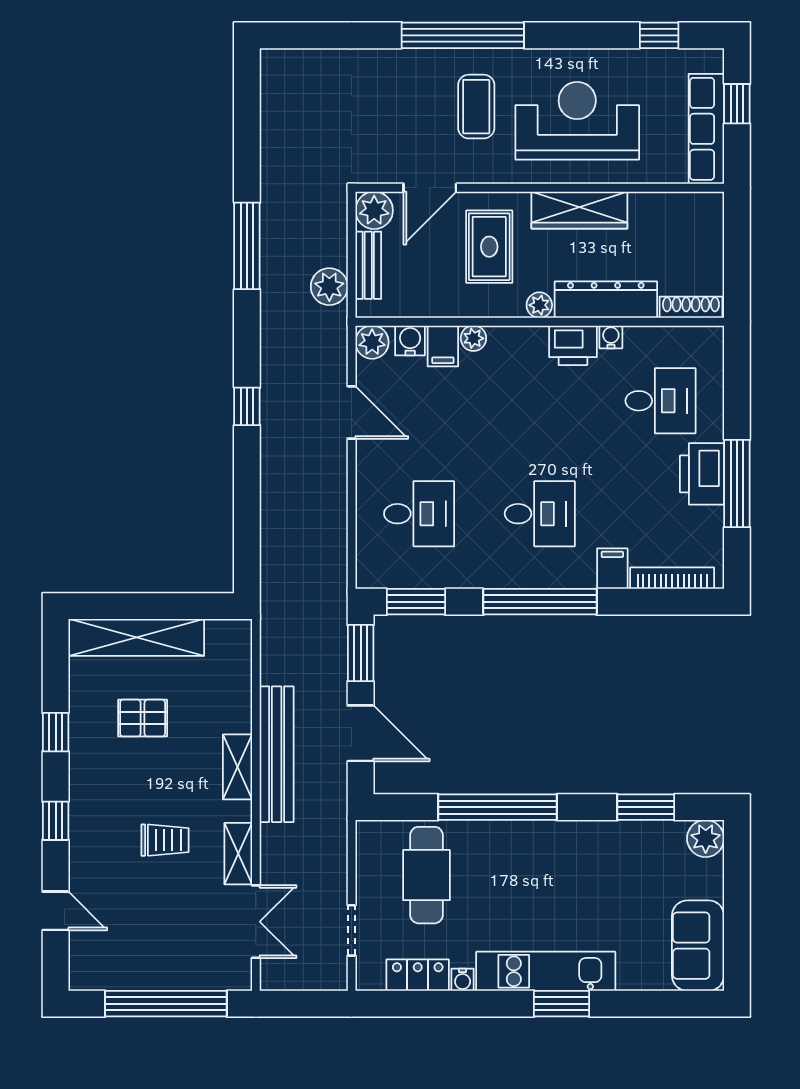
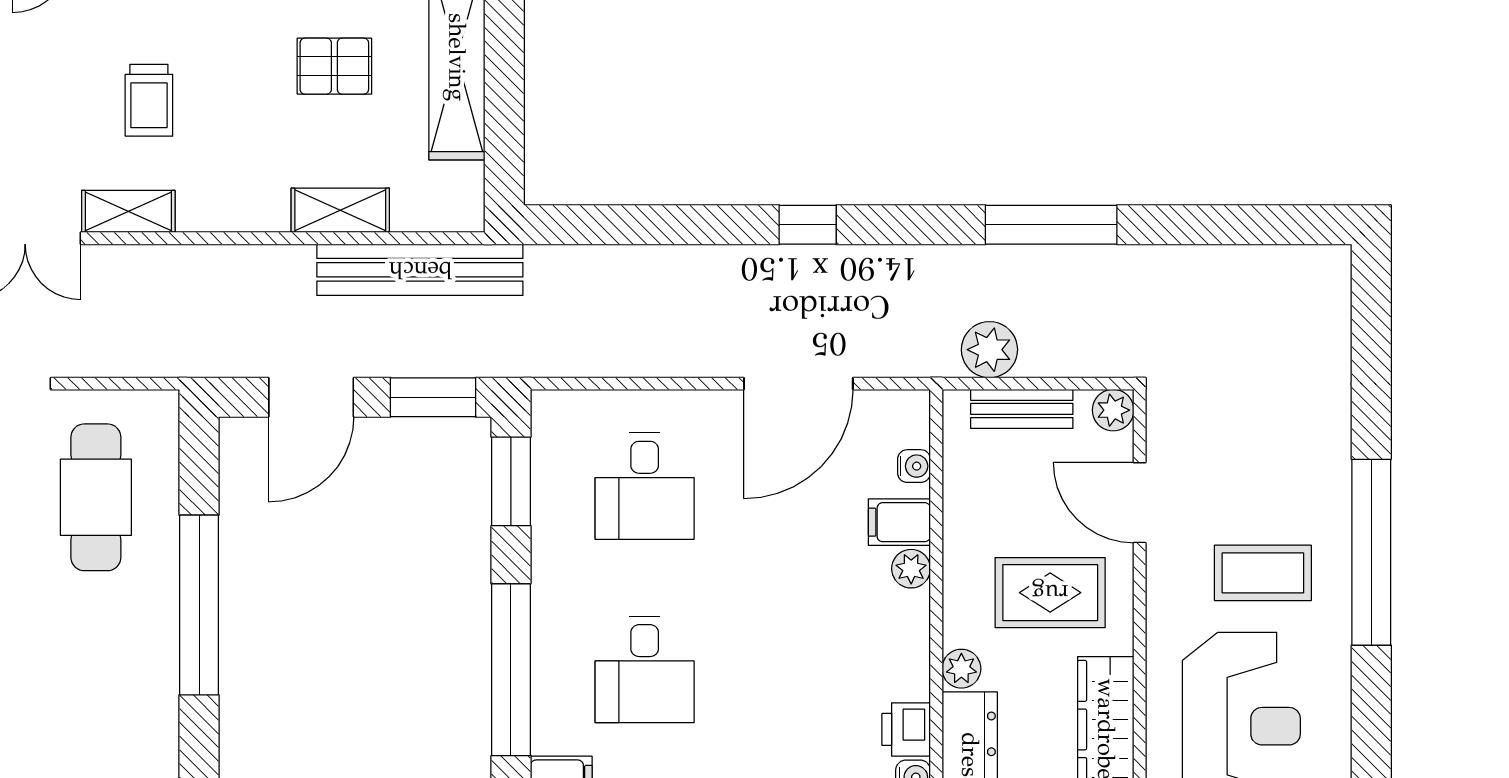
plant: (374, 210) -> (1113, 410), width x0.73, depth x0.73
water cooler: (410, 340) -> (914, 466), width x0.72, depth x0.72
plant: (372, 342) -> (905, 415), removed
printer: (573, 345) -> (906, 729), width x0.73, depth x0.81
door: (352, 412) -> (798, 384), width x1.36
pallet: (143, 718) -> (334, 66), turned 90
bench: (277, 754) -> (420, 270), moved
shelving: (237, 767) -> (340, 210), moved
cafe table: (426, 875) -> (96, 497), turned 90

